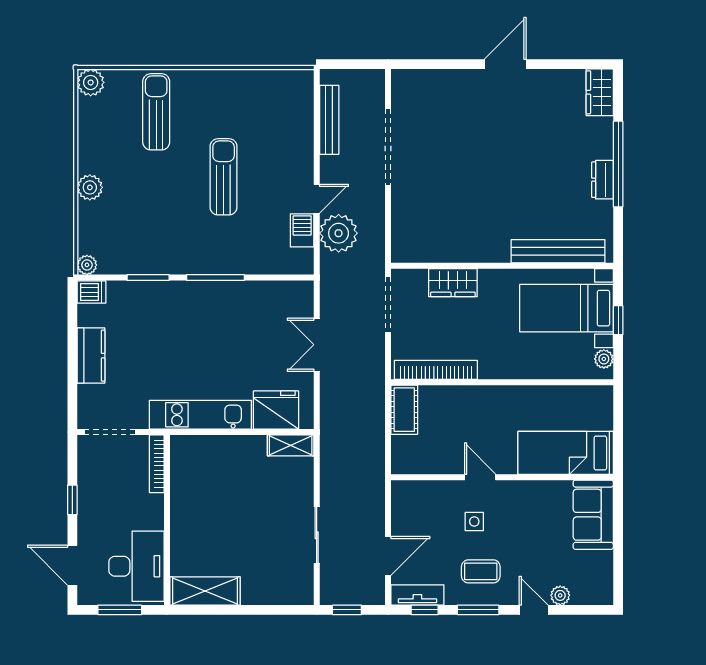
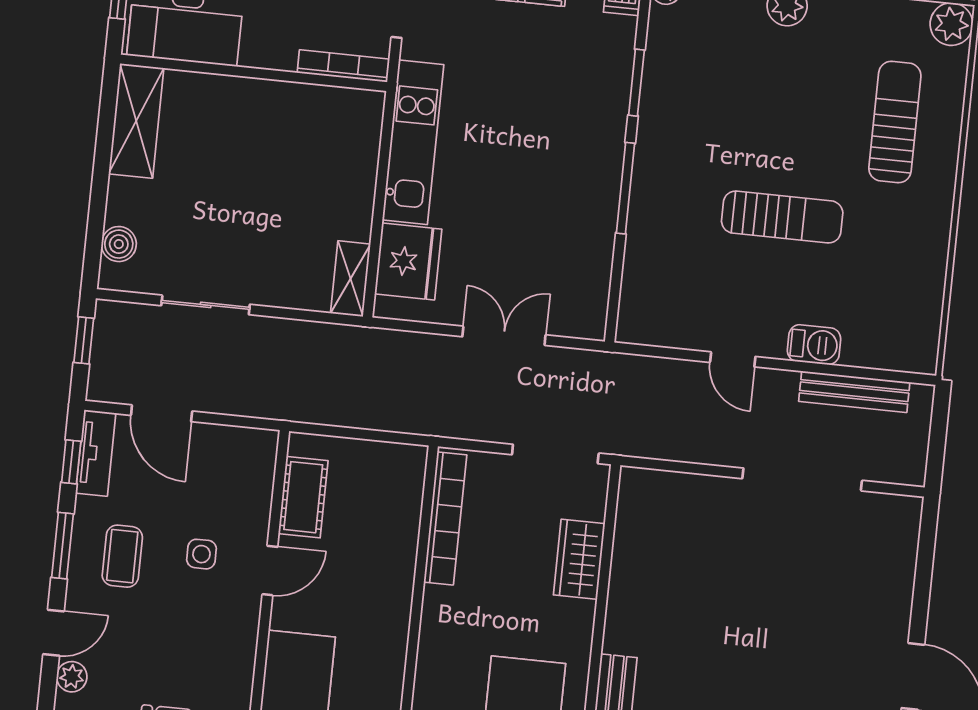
sun lounger: (156, 112) -> (895, 122), turned -90
barbecue: (302, 230) -> (814, 345), moved
plant: (339, 233) -> (675, 388), removed
cot: (404, 410) -> (303, 497), moved, turned 90
boiler: (284, 594) -> (119, 244), added

